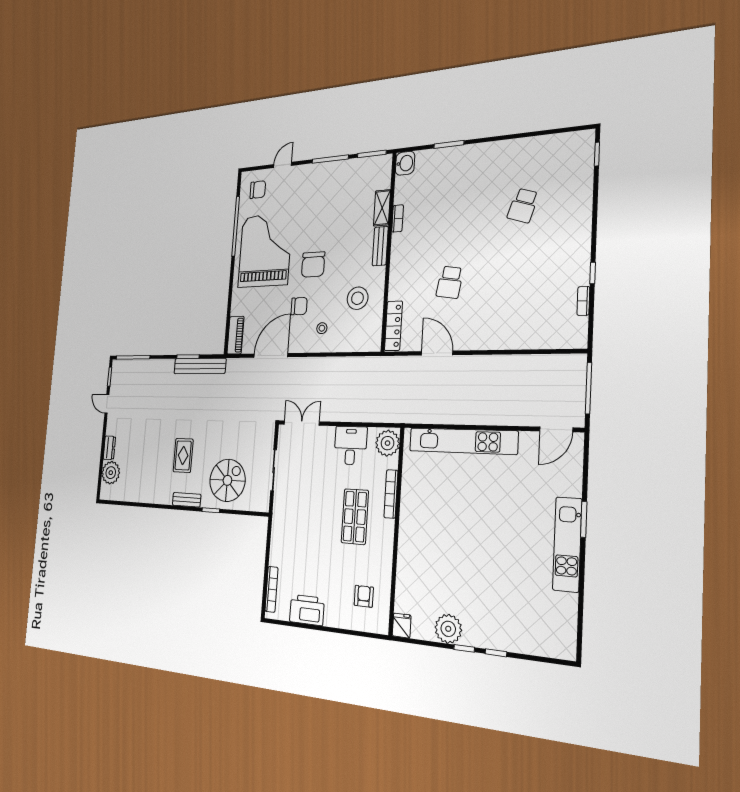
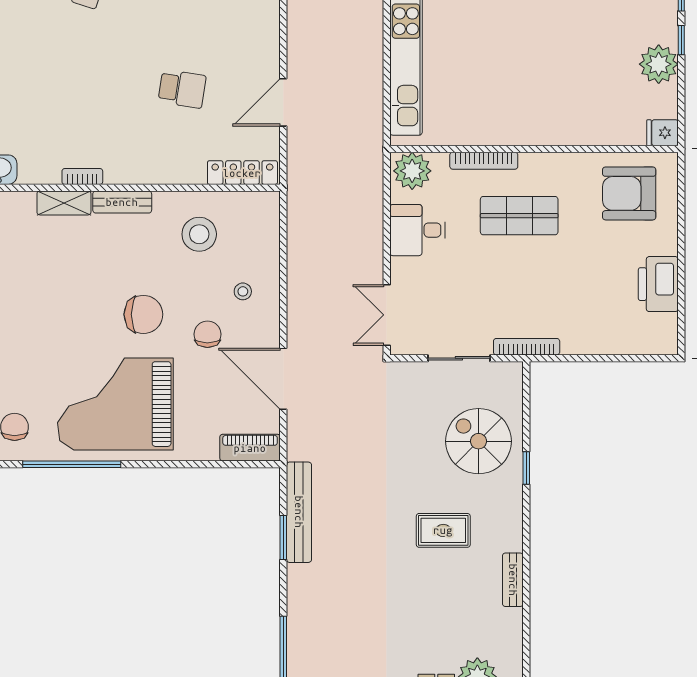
bench: (187, 500) -> (513, 580), moved
bookcase: (272, 589) -> (527, 347), moved
armchair: (364, 596) -> (629, 193), width x1.88, depth x1.88

